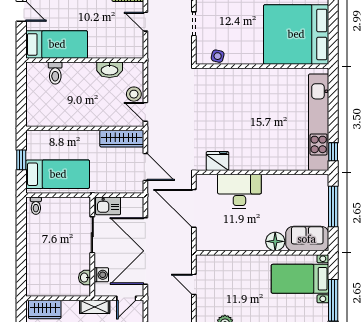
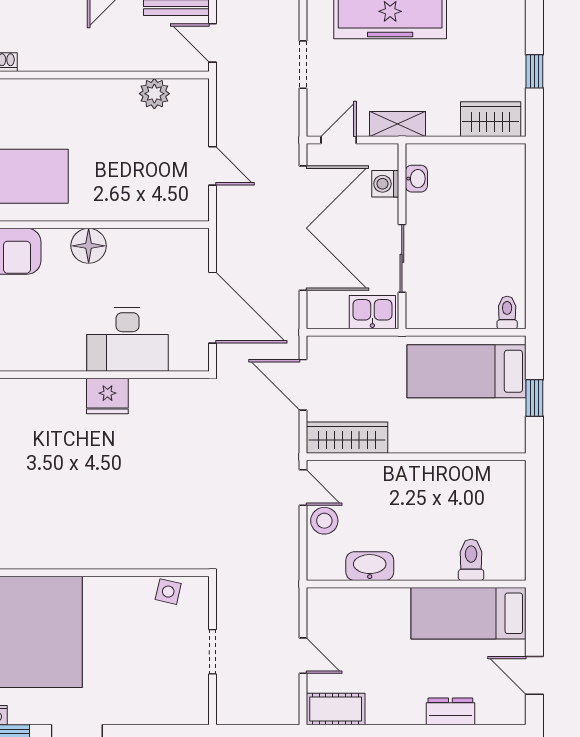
fridge: (218, 161) -> (107, 396), moved
floor lamp: (275, 241) -> (89, 246), moved

